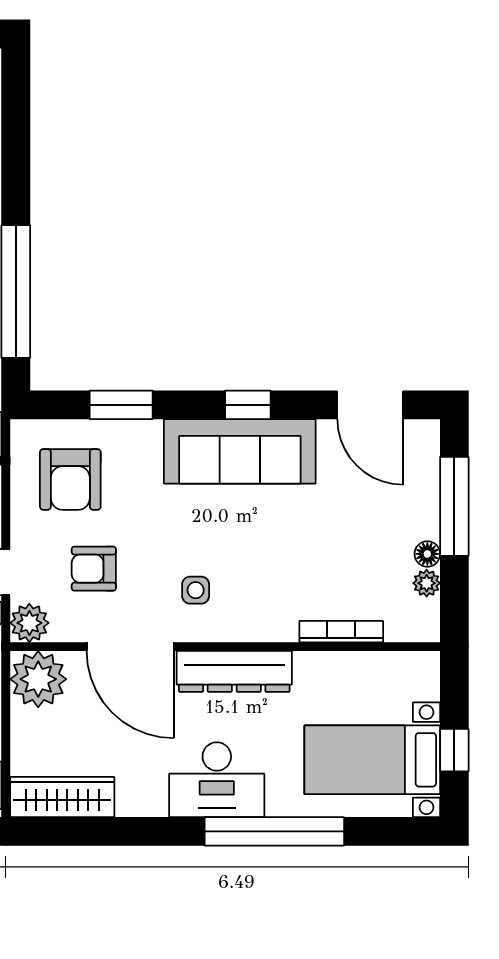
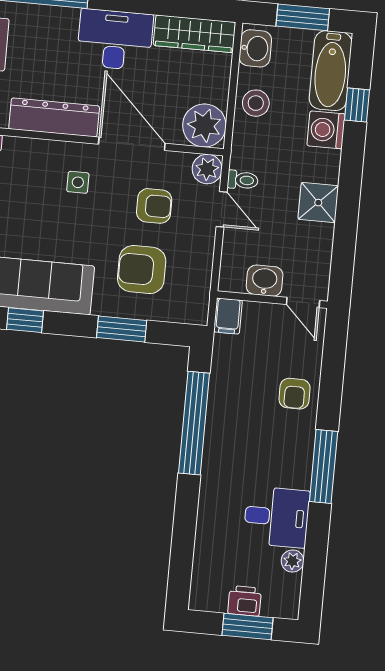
armchair: (70, 479) -> (142, 270), moved, turned -90
desk: (217, 780) -> (115, 40), moved

